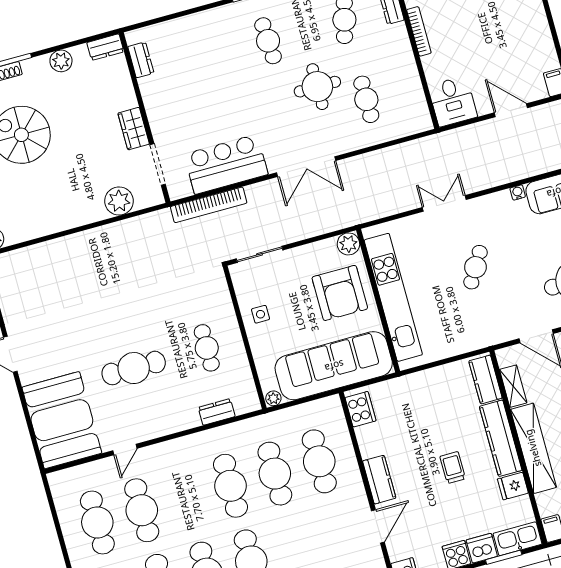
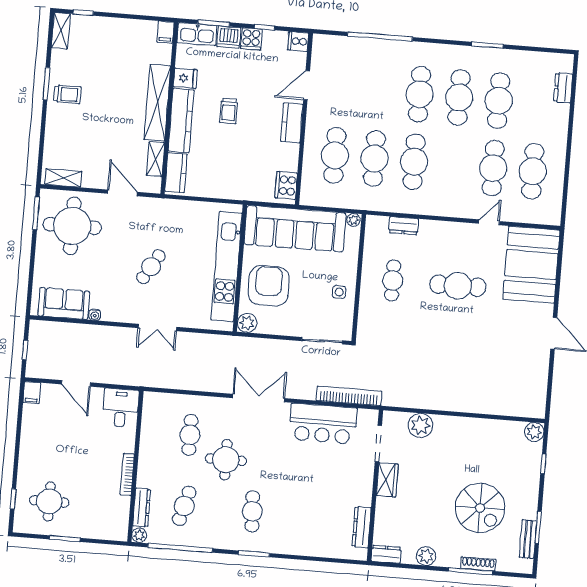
dresser: (141, 60) -> (362, 527), width x1.44

